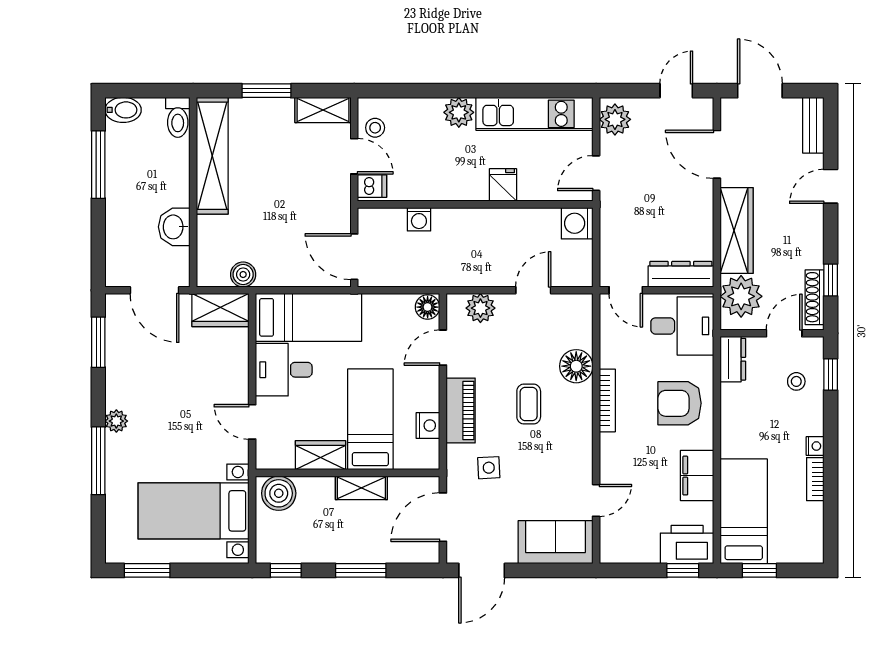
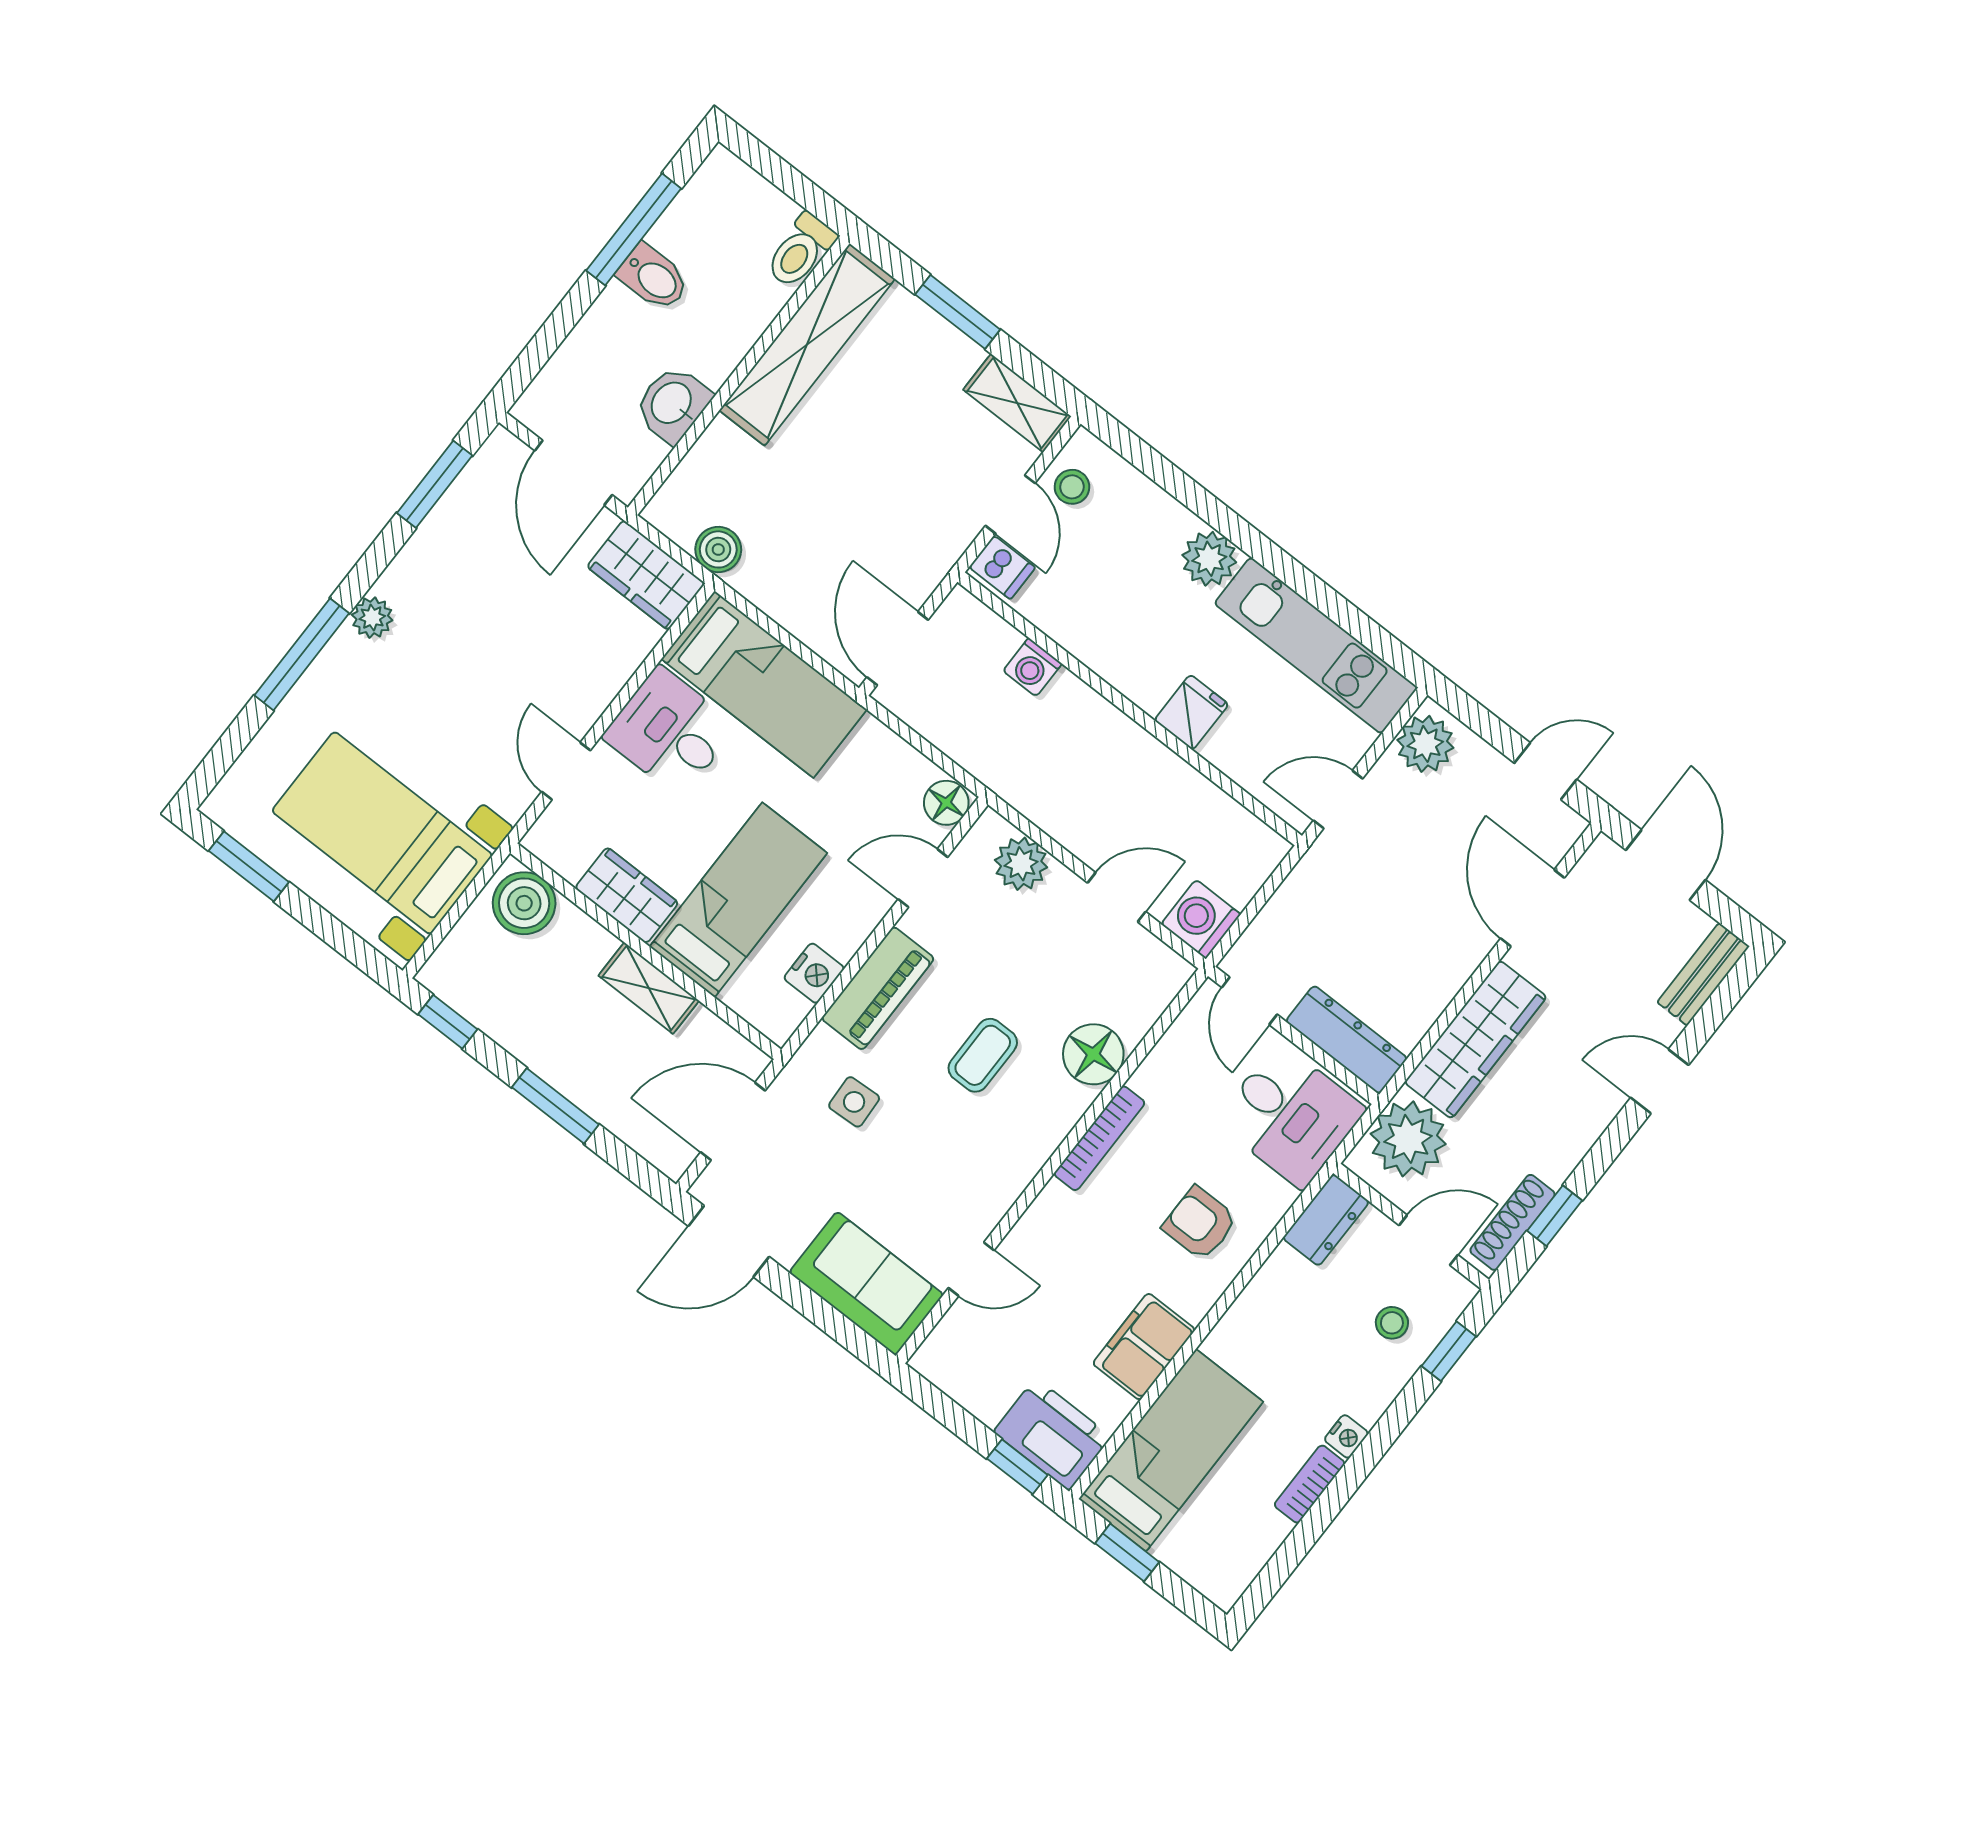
bidet: (123, 110) -> (653, 278), moved
washing machine: (577, 223) -> (1201, 919), moved
armchair: (680, 403) -> (1200, 1223), width x0.72, depth x0.72

